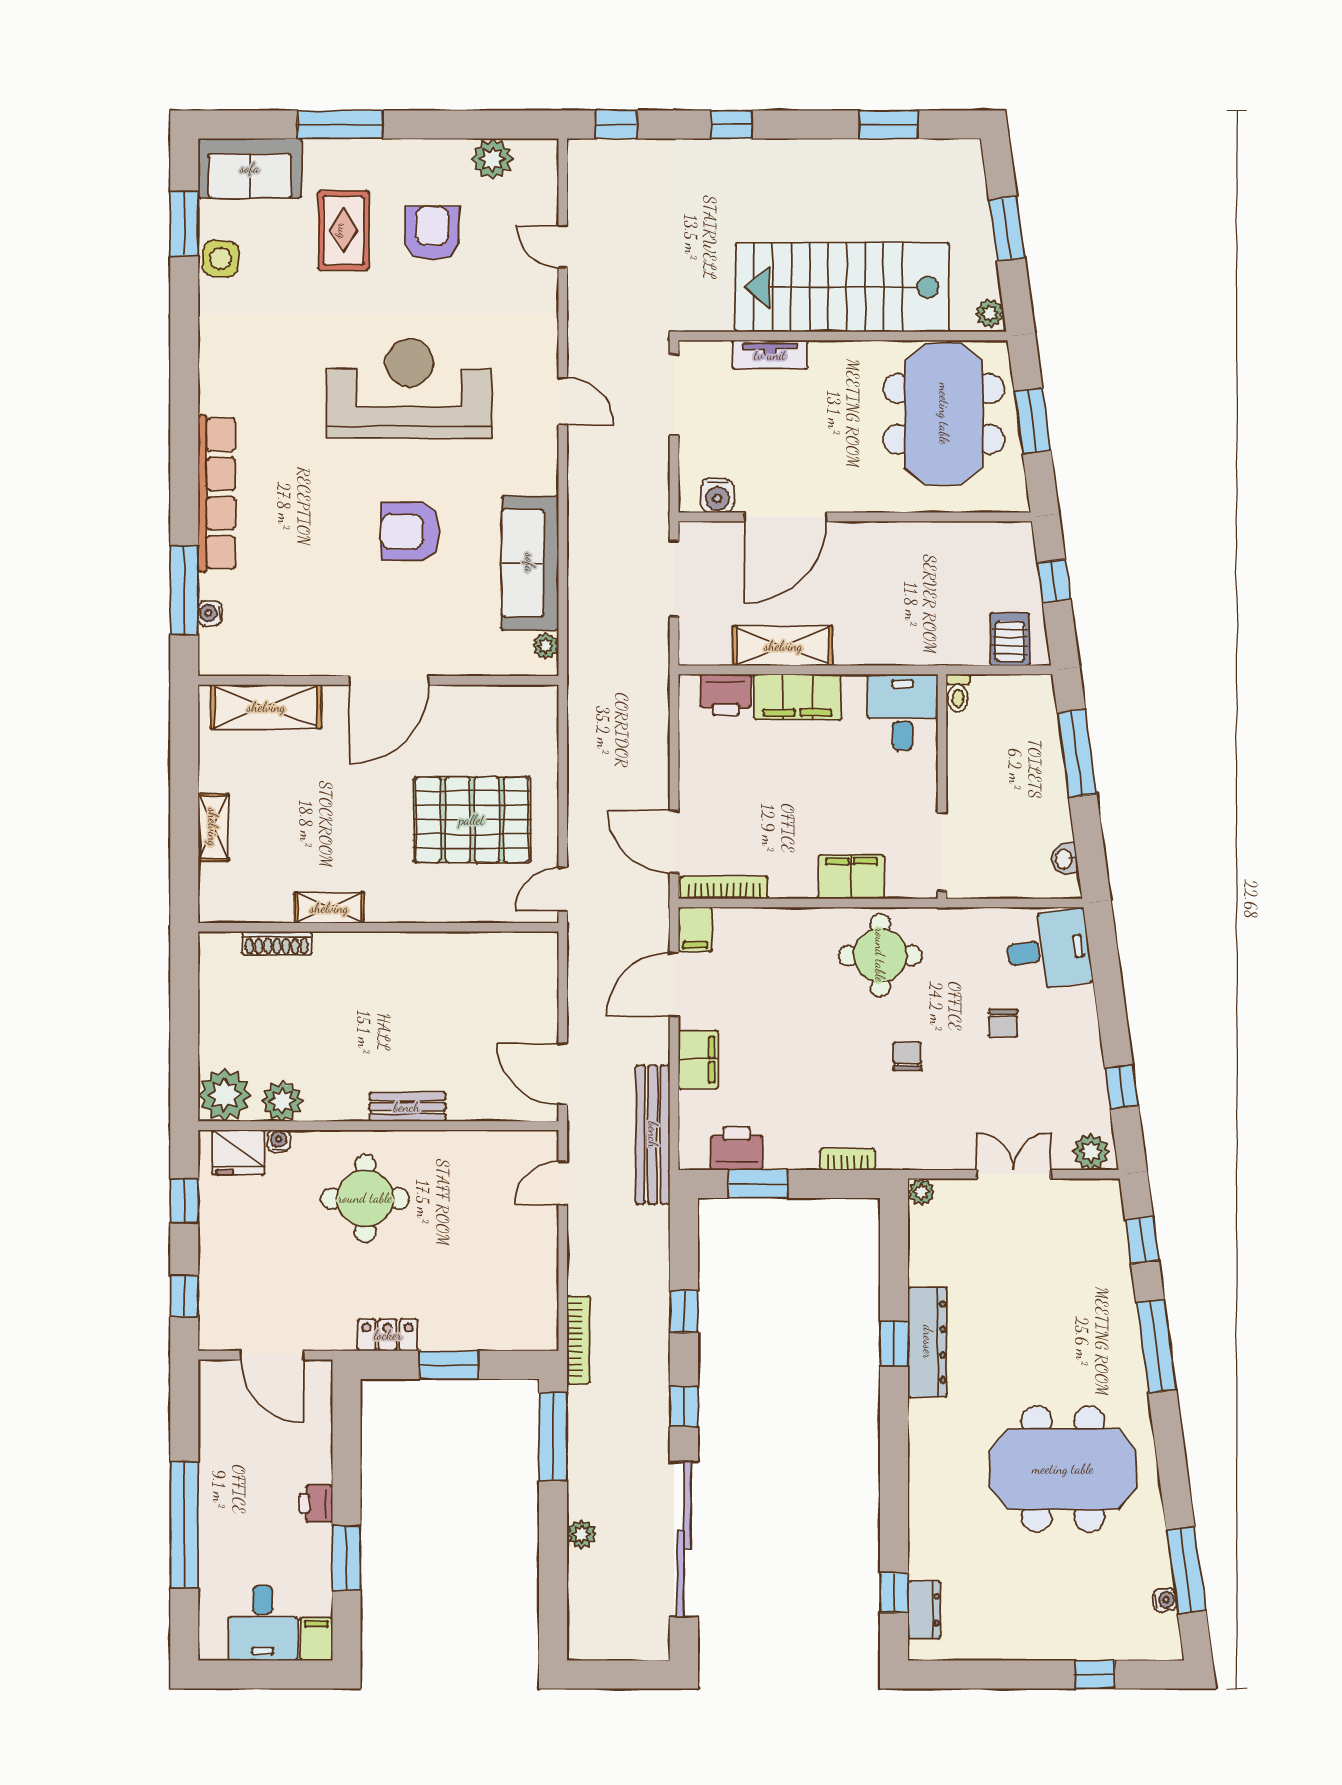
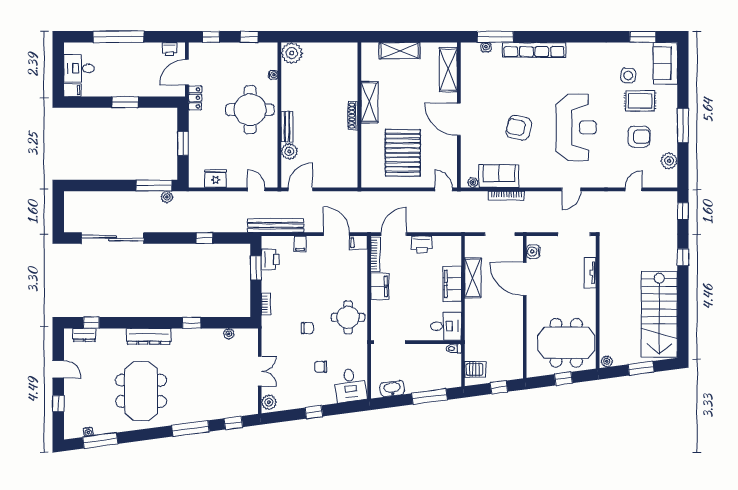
window: (340, 124) -> (683, 125), moved
window: (888, 124) -> (683, 321), removed
side table: (220, 259) -> (628, 75), moved
stairs: (842, 287) -> (659, 314), moved, turned 180
window: (1033, 421) -> (563, 379), width x0.67
armchair: (410, 532) -> (519, 128), turned -77
sofa: (530, 563) -> (499, 176), width x0.73
printer: (726, 695) -> (422, 244), moved, turned -90
shelving: (213, 827) -> (400, 51), width x1.50, depth x1.33
washbasin: (1064, 859) -> (392, 389), width x1.91, depth x1.45
filing cabinet: (851, 877) -> (380, 286), moved
door: (563, 889) -> (444, 189), moved
shelving: (329, 908) -> (369, 102), width x1.50, depth x1.33
shoe rack: (277, 943) -> (353, 116), moved
filing cabinet: (698, 1060) -> (300, 244), width x0.50
window: (1122, 1087) -> (314, 412), moved
plant: (282, 1101) -> (289, 151), moved
fridge: (238, 1152) -> (215, 179), moved, turned 90
plant: (921, 1192) -> (229, 334), moved
round table: (365, 1198) -> (250, 110), width x1.36, depth x1.36
locker: (388, 1335) -> (195, 98), moved
bookcase: (578, 1340) -> (506, 196), moved
dresser: (928, 1342) -> (149, 336), moved
window: (684, 1406) -> (166, 238), removed
printer: (316, 1504) -> (170, 49), moved, turned 180
plant: (582, 1534) -> (167, 197), moved
window: (346, 1558) -> (125, 102), moved
door: (1009, 1675) -> (58, 369), added

